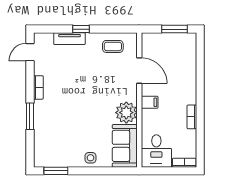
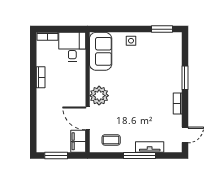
window: (81, 29) -> (139, 155), width x2.17
filing cabinet: (150, 102) -> (78, 141), moved, width x2.00
plant: (126, 113) -> (99, 96), moved

